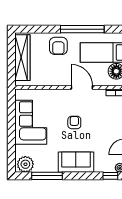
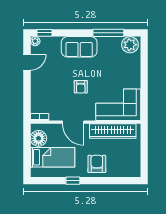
window: (82, 29) -> (73, 181), width x0.32
wardrobe: (22, 58) -> (113, 131), moved, turned -90
corner sofa: (31, 122) -> (118, 105), moved, turned 90

